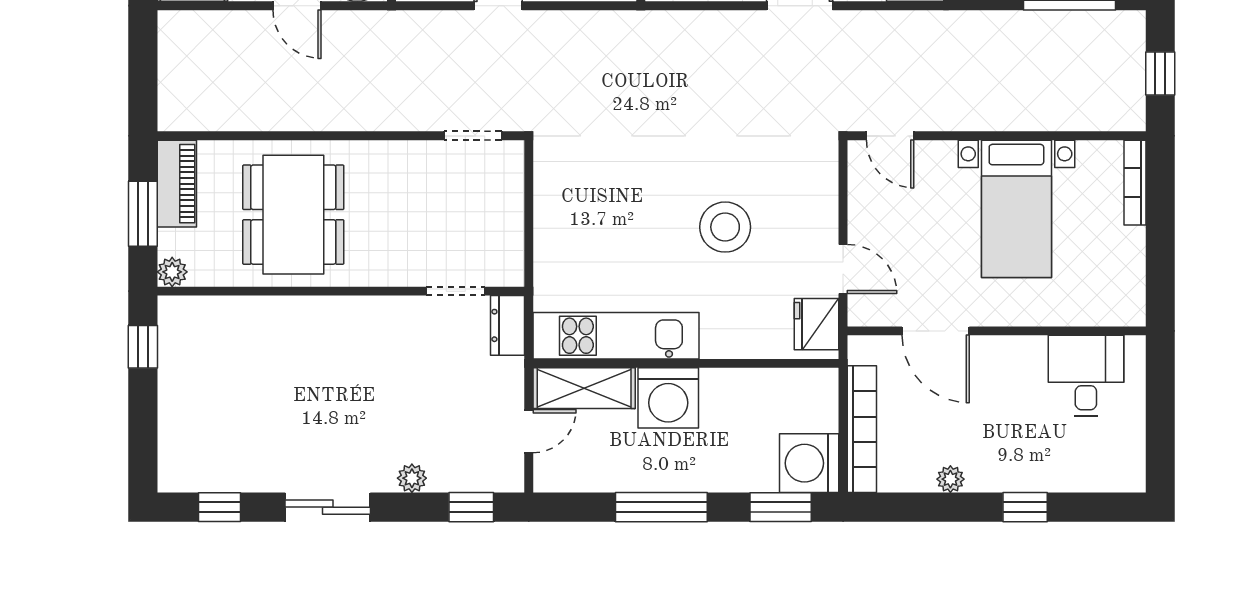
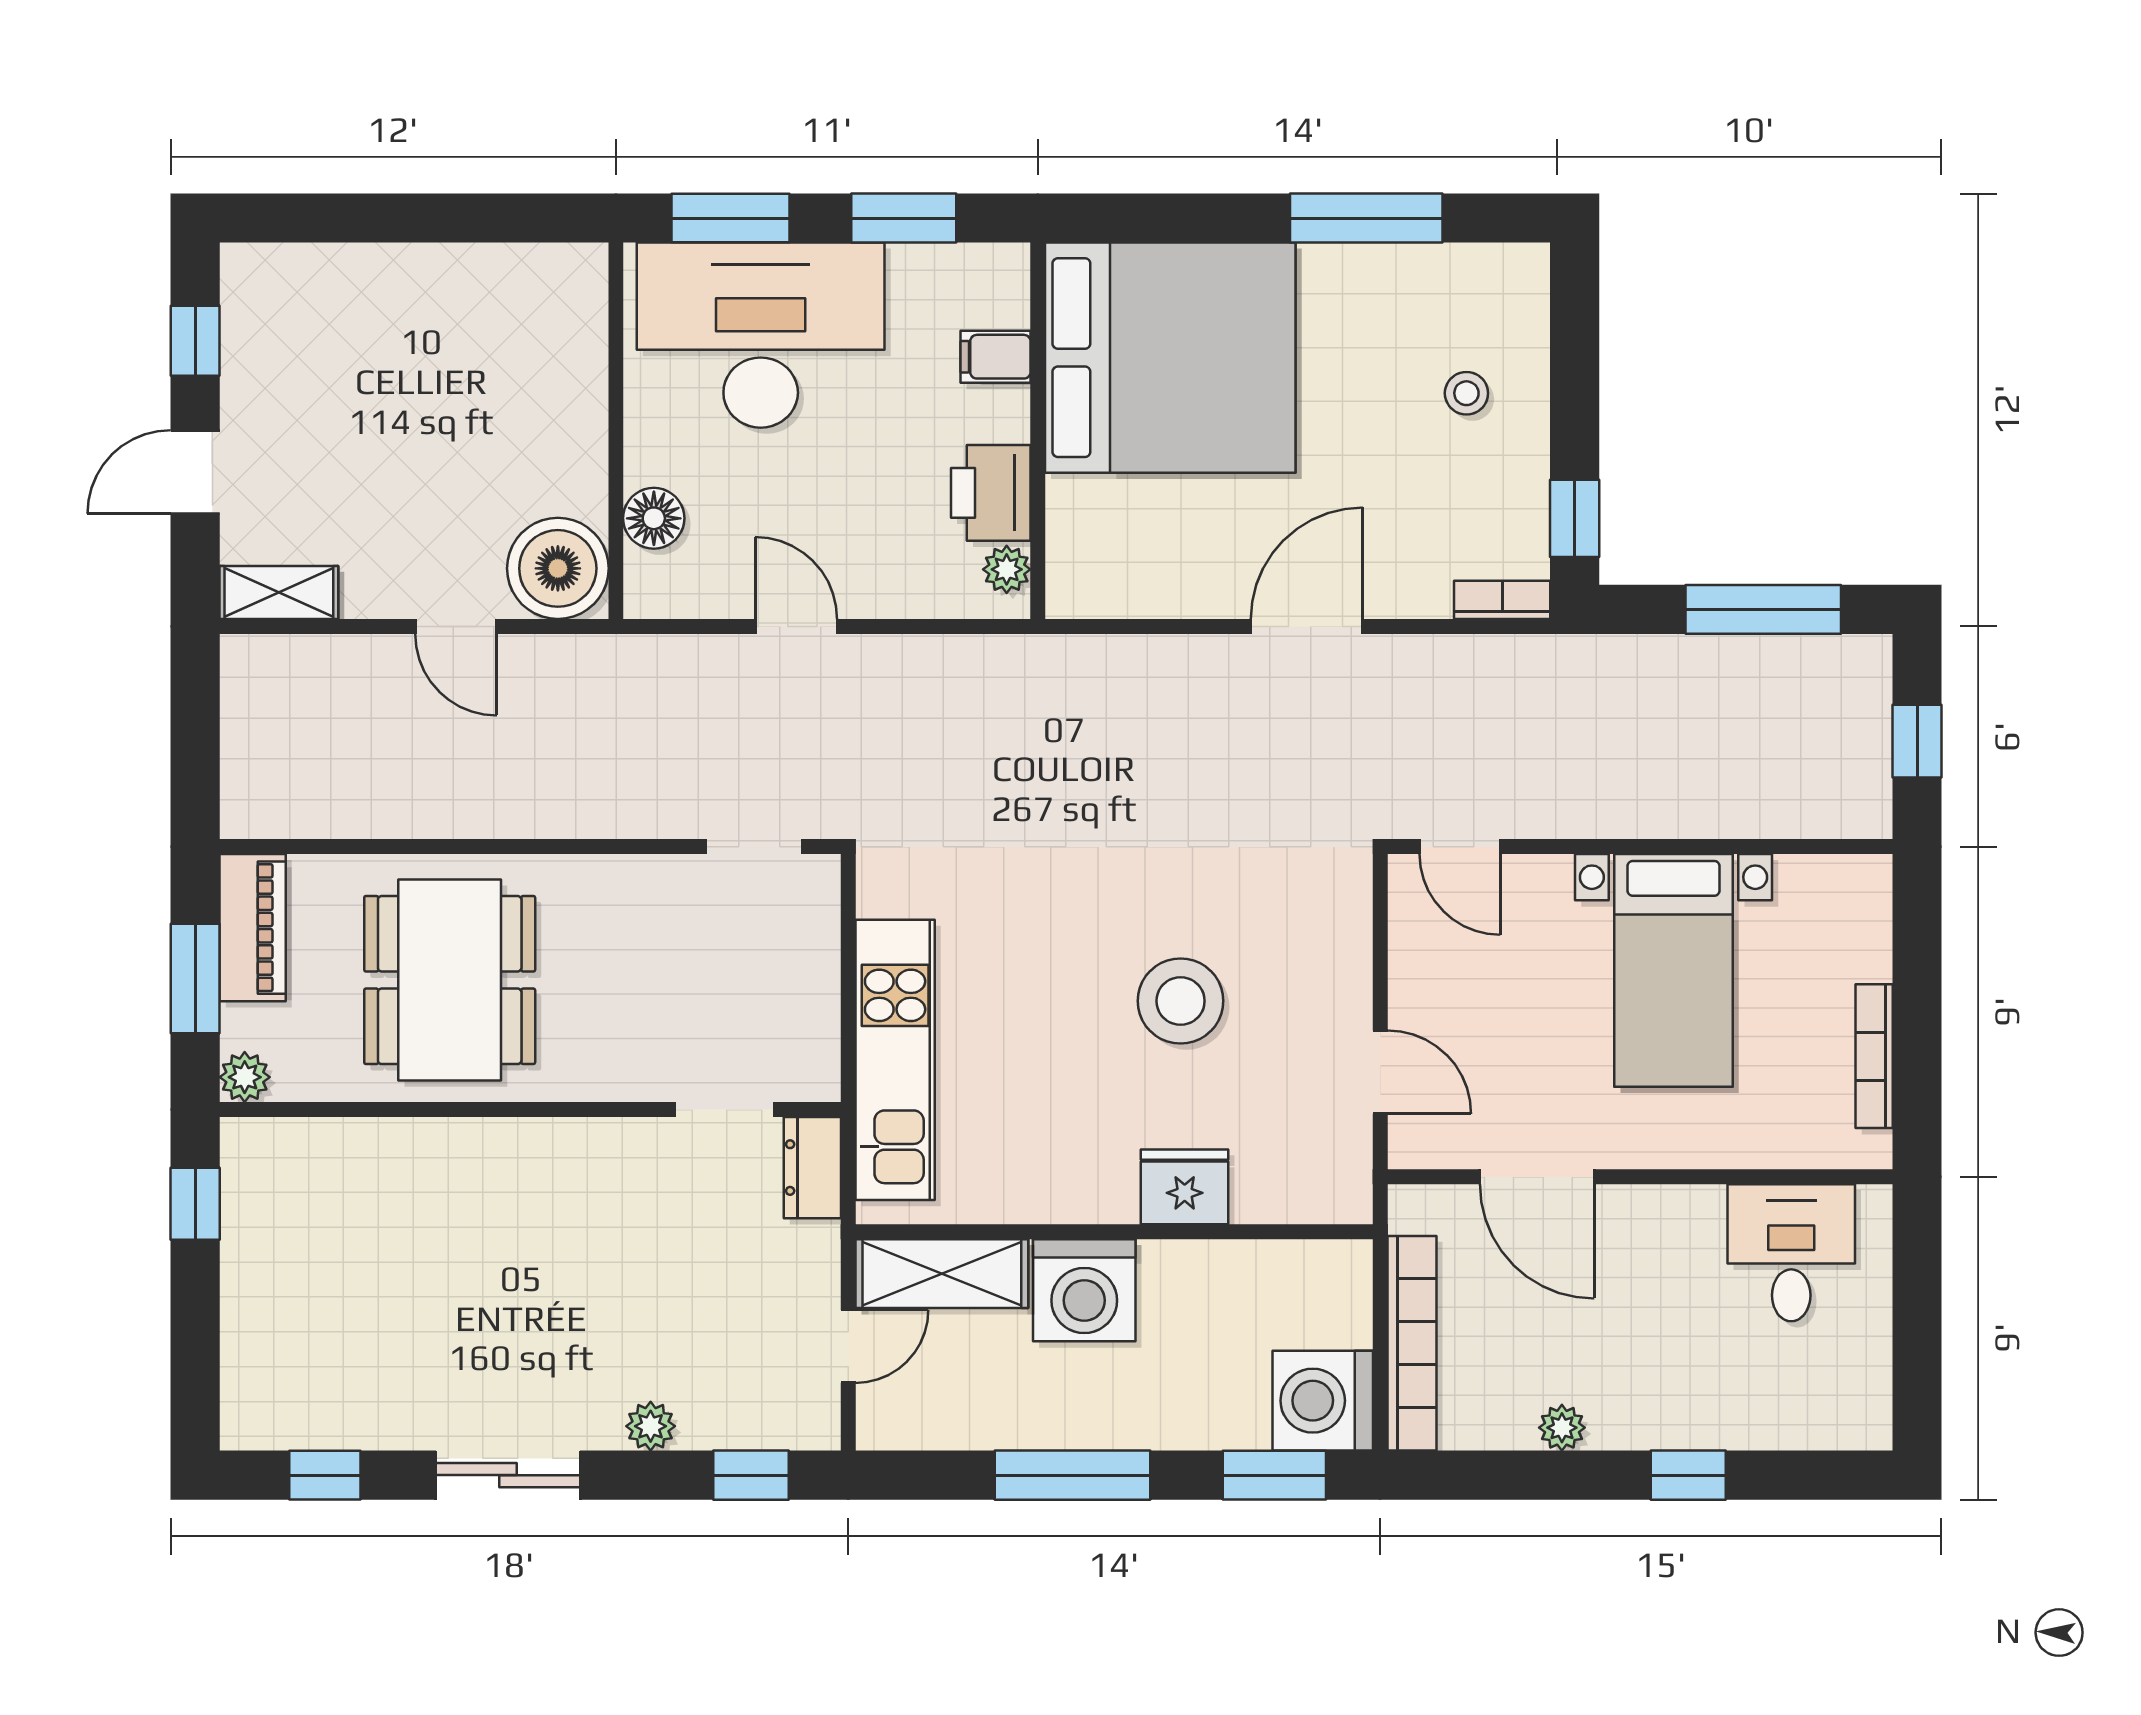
bookcase: (1135, 183) -> (1874, 1056), moved
fridge: (817, 324) -> (1185, 1187), moved, turned 90
kitchen unit: (616, 336) -> (895, 1060), moved, turned 90

